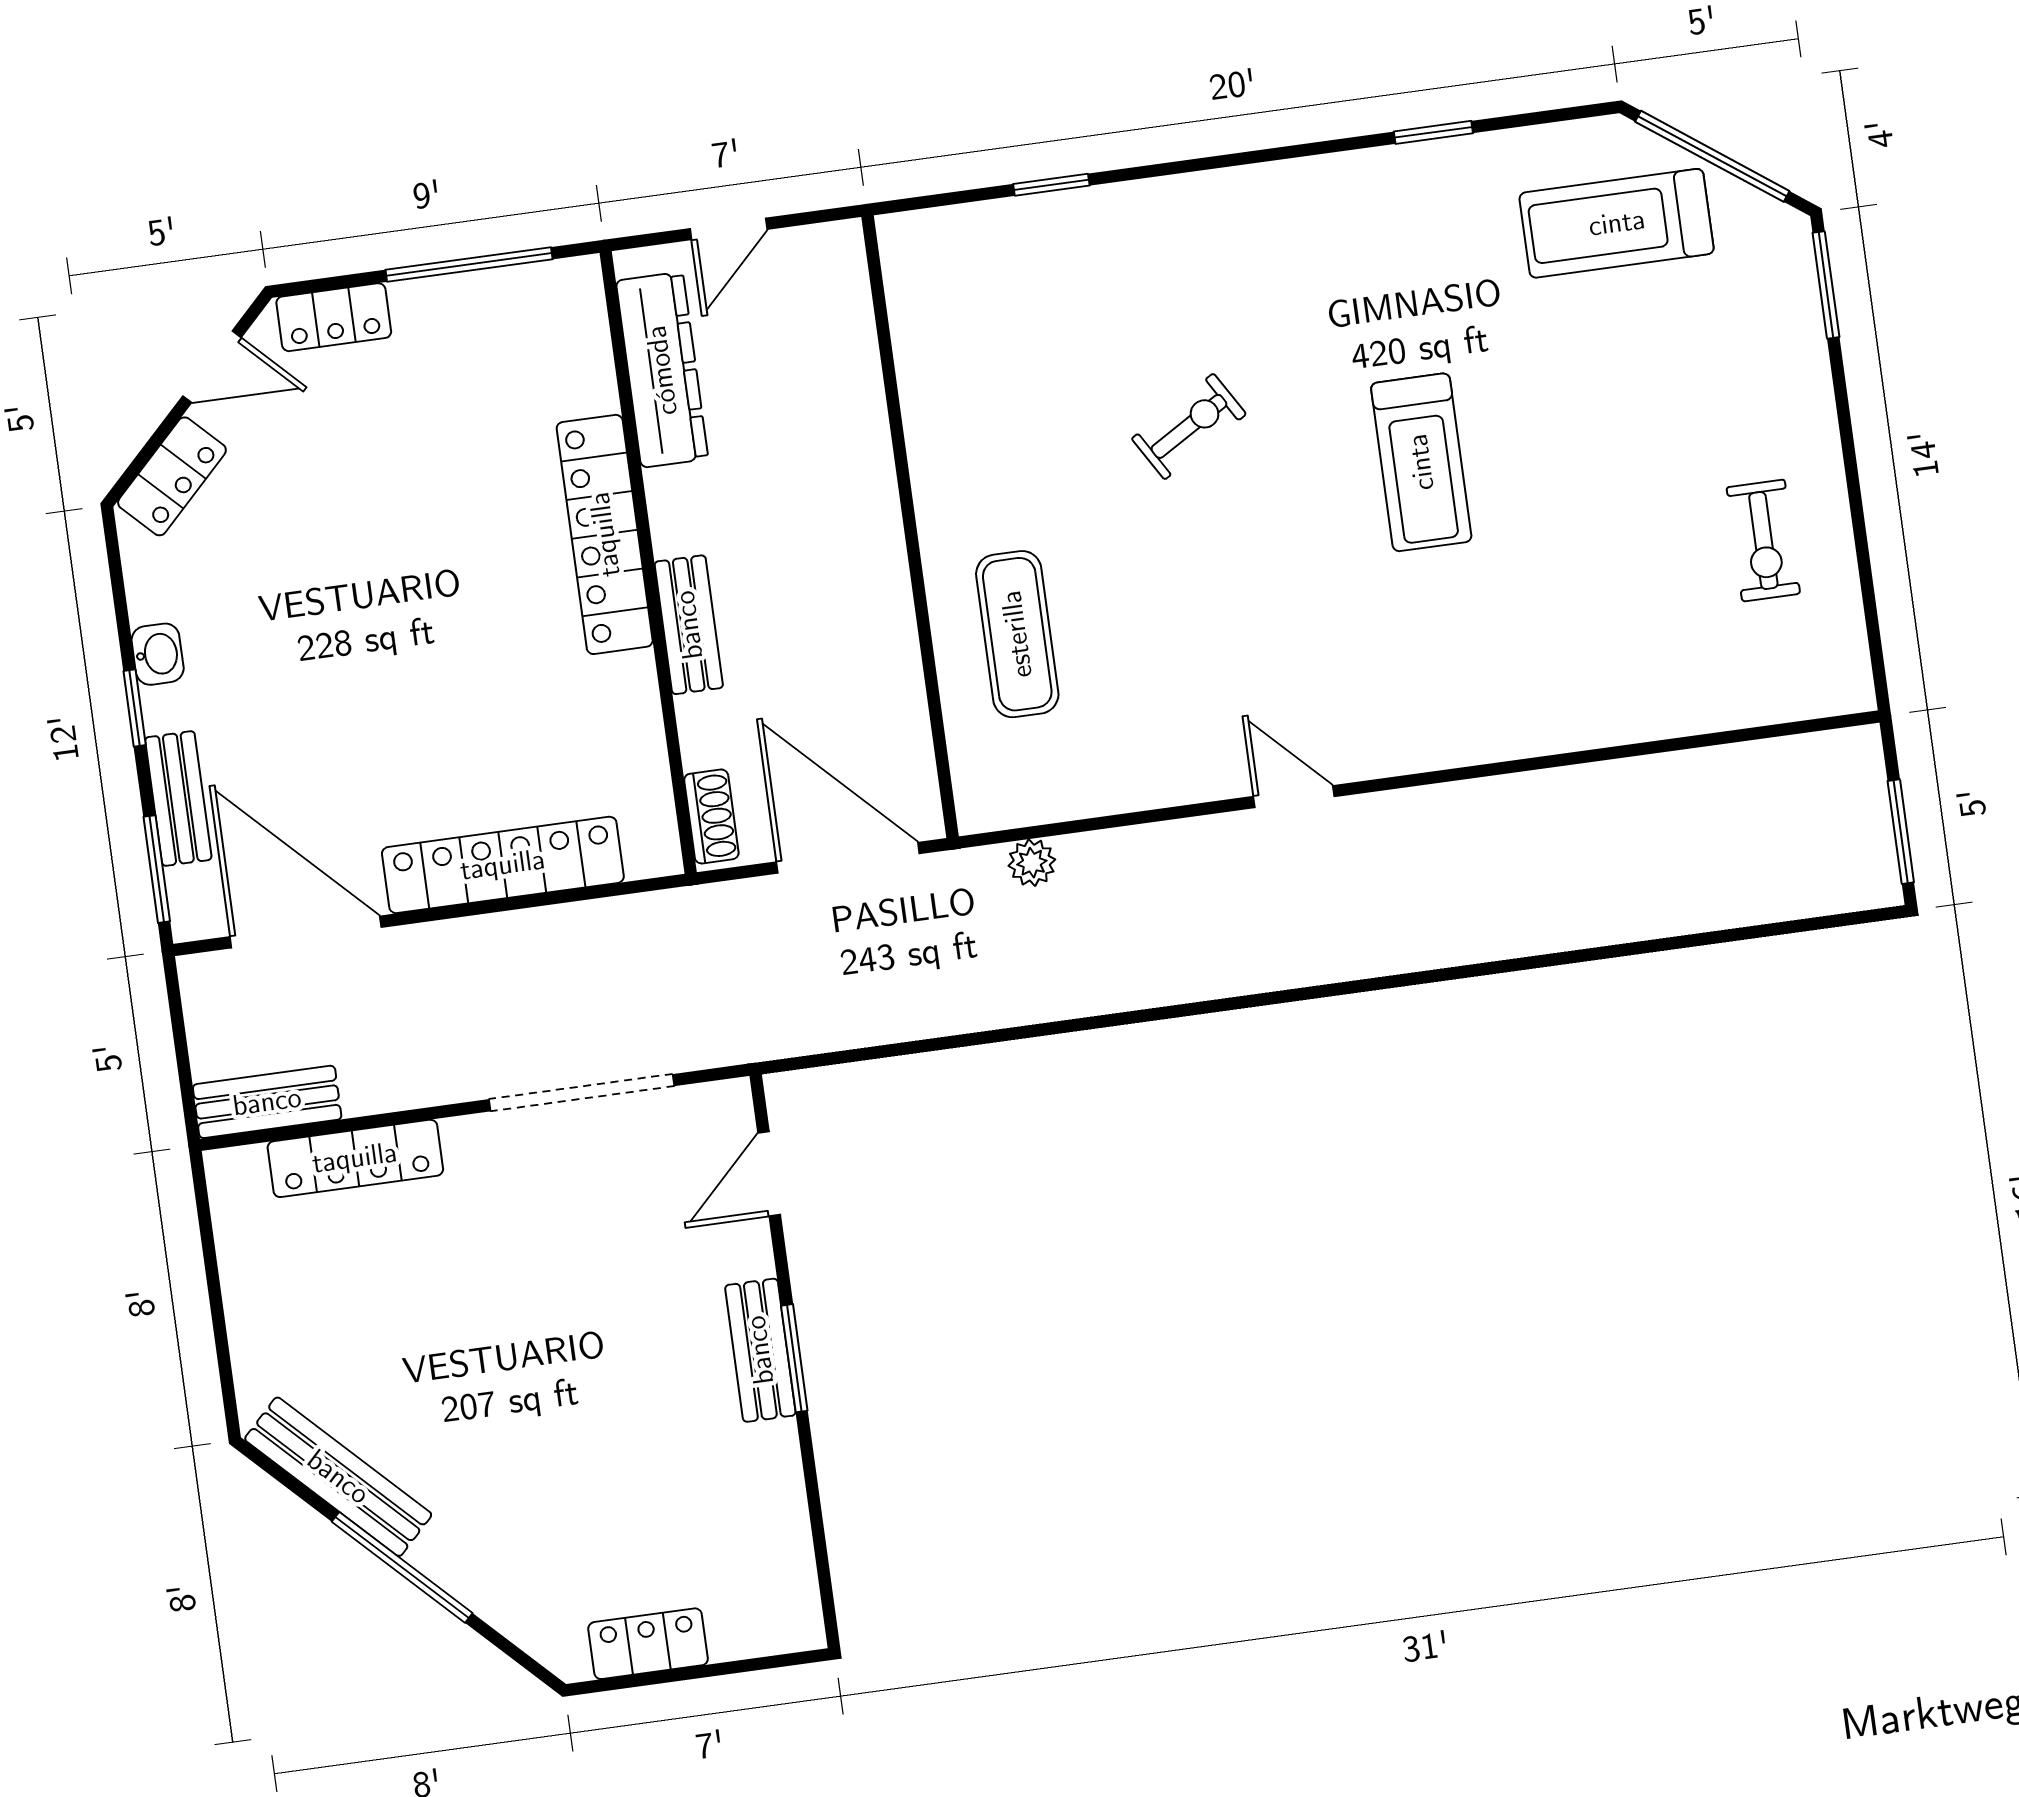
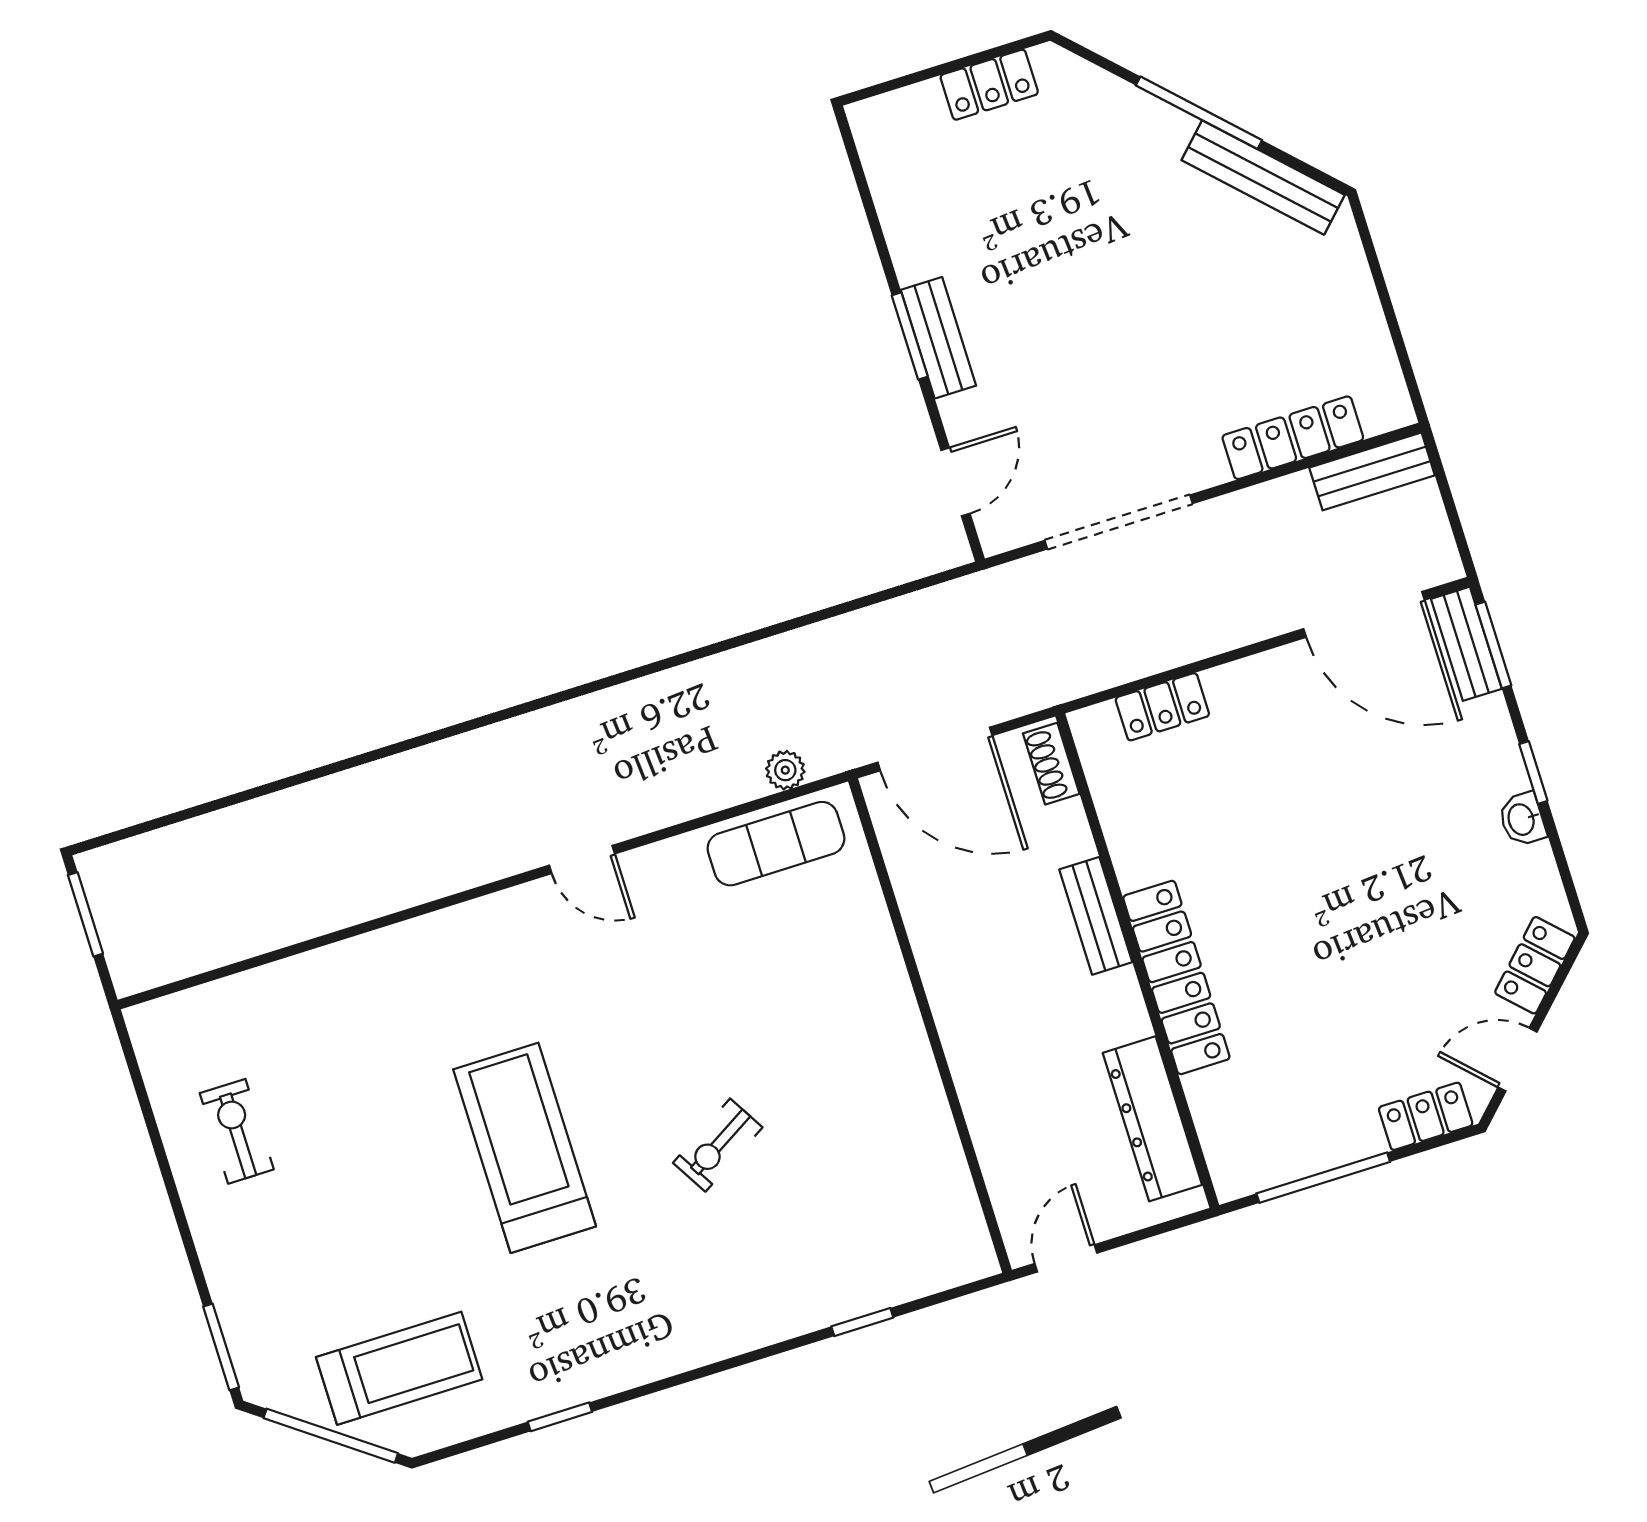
door: (729, 229) -> (1066, 1258), moved
treadmill: (1421, 462) -> (525, 1148), width x1.37, depth x1.38
exercise mat: (1017, 634) -> (776, 844), moved, turned 90
bench: (178, 799) -> (1466, 644), moved
locker: (503, 865) -> (1162, 707), width x0.46, depth x0.83

